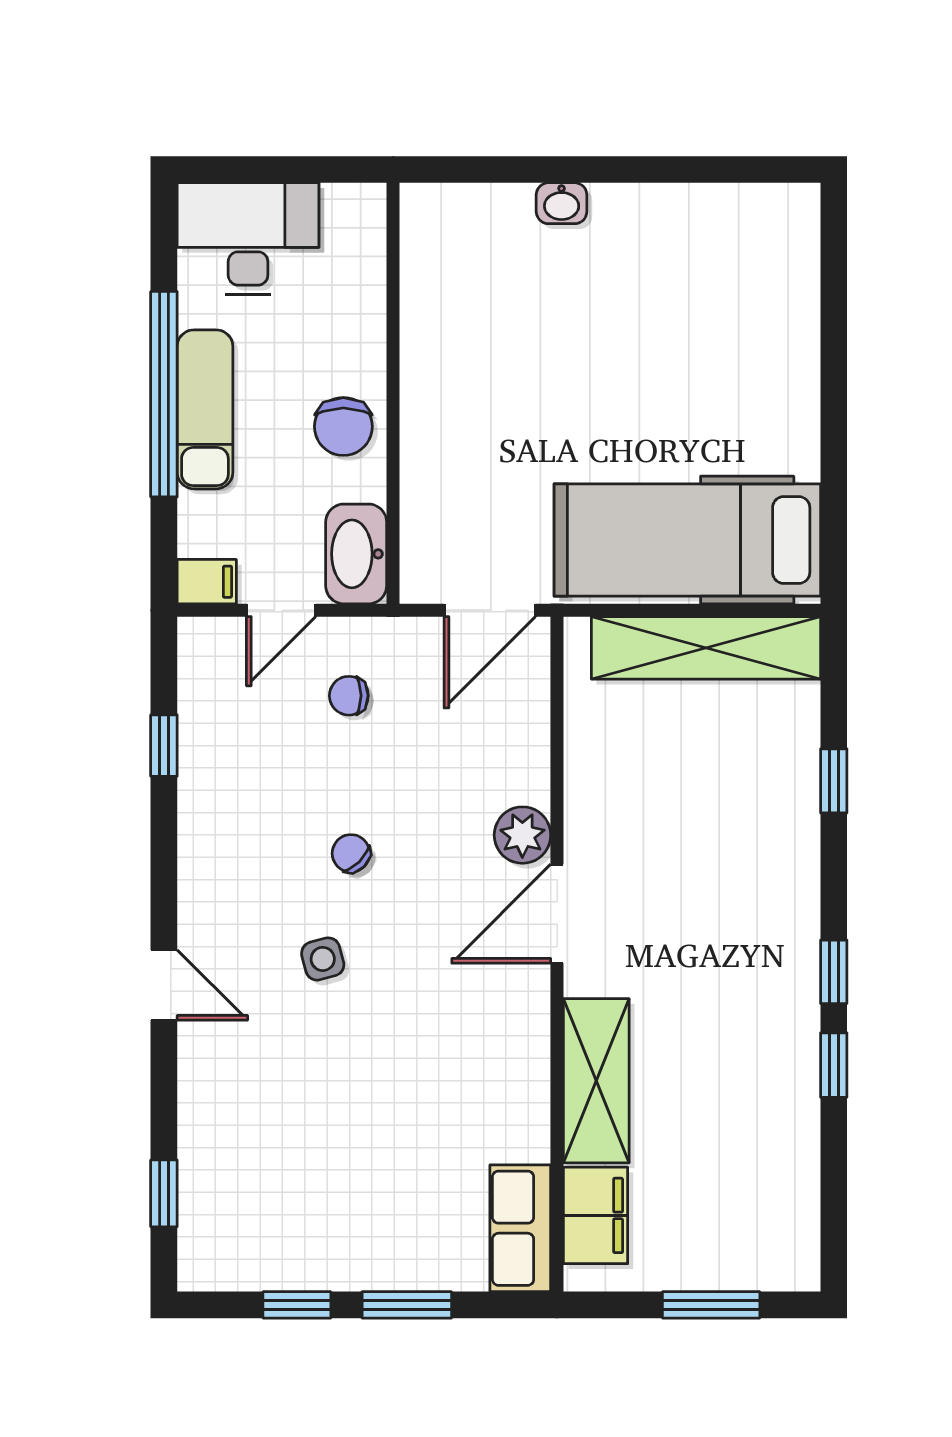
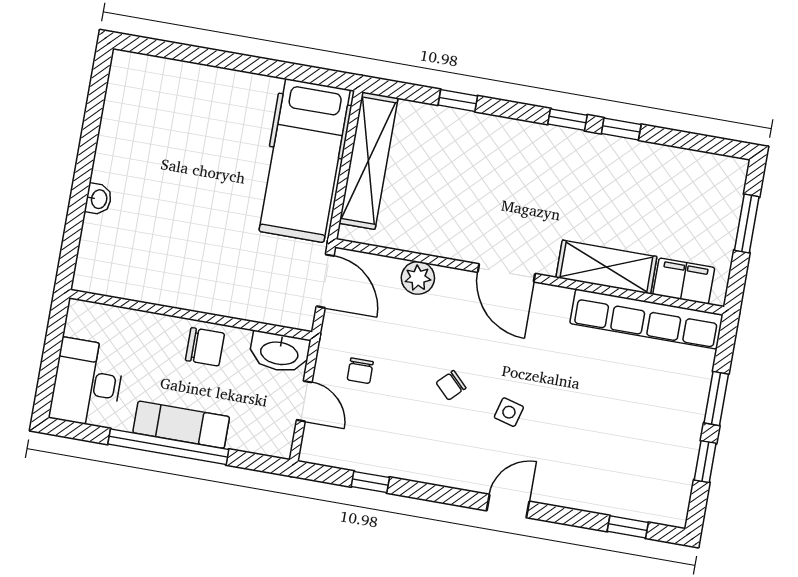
filing cabinet: (207, 582) -> (280, 441), removed
plant: (522, 835) -> (418, 278), moved
side table: (323, 959) -> (509, 412), turned 30
row of seats: (520, 1228) -> (646, 319), width x2.02

